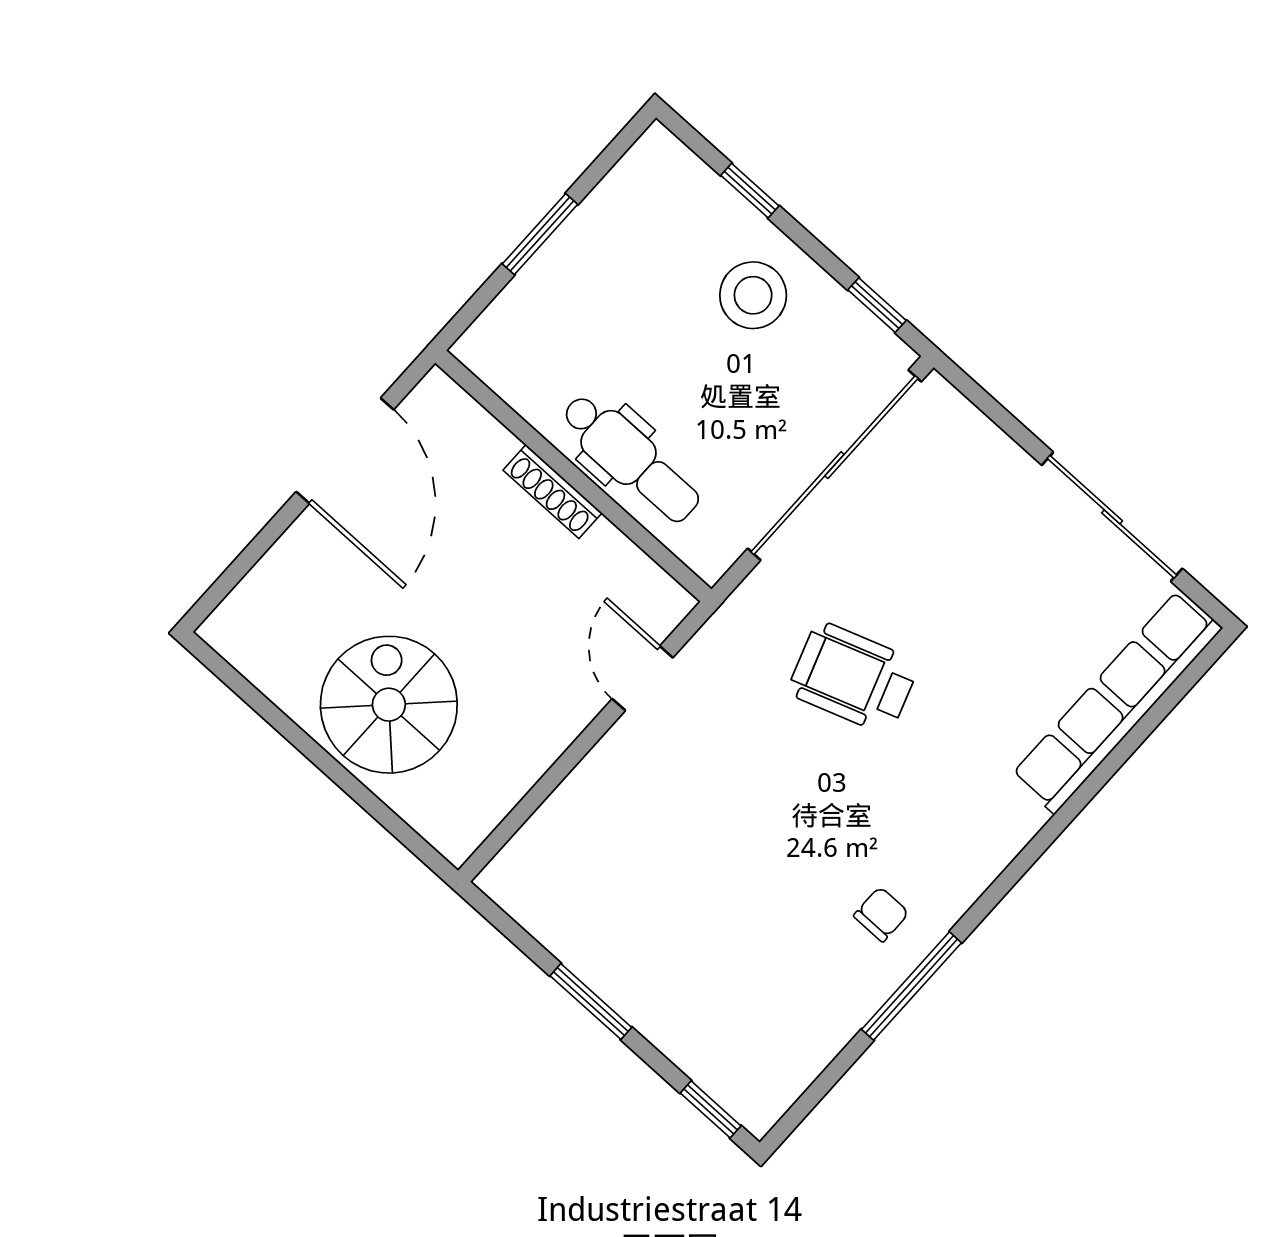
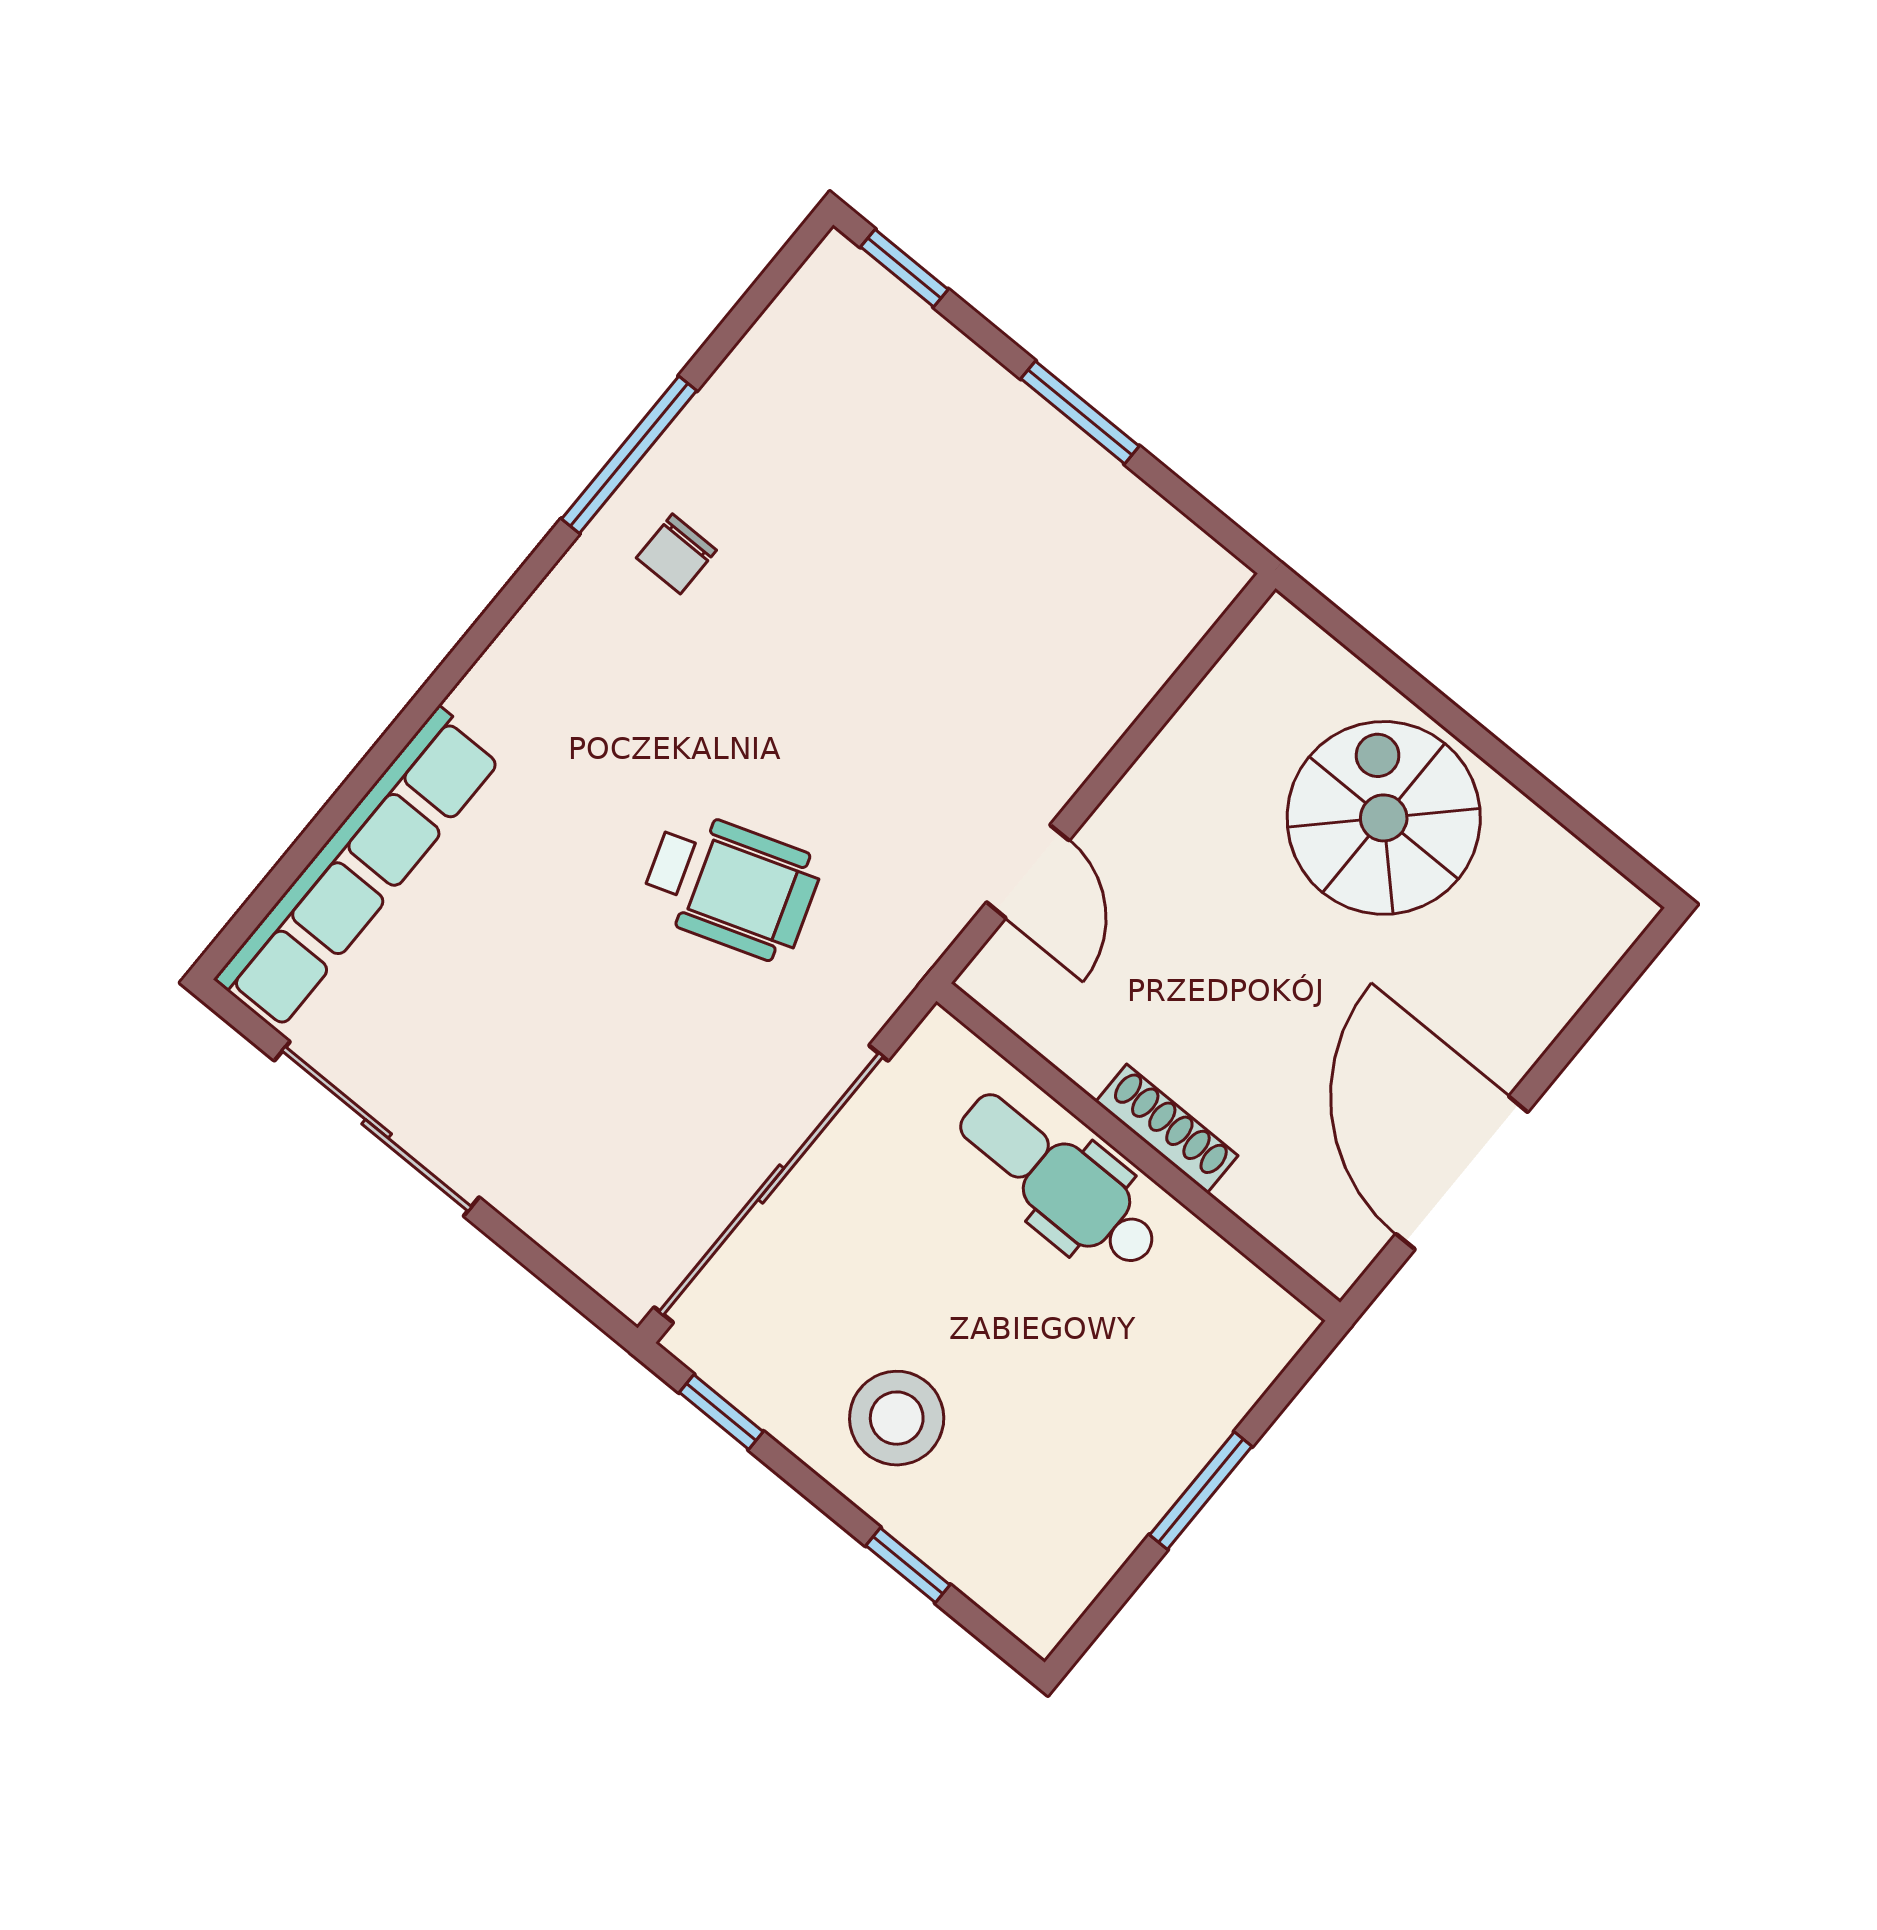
spiral stairs: (389, 705) -> (1384, 818), turned 180

